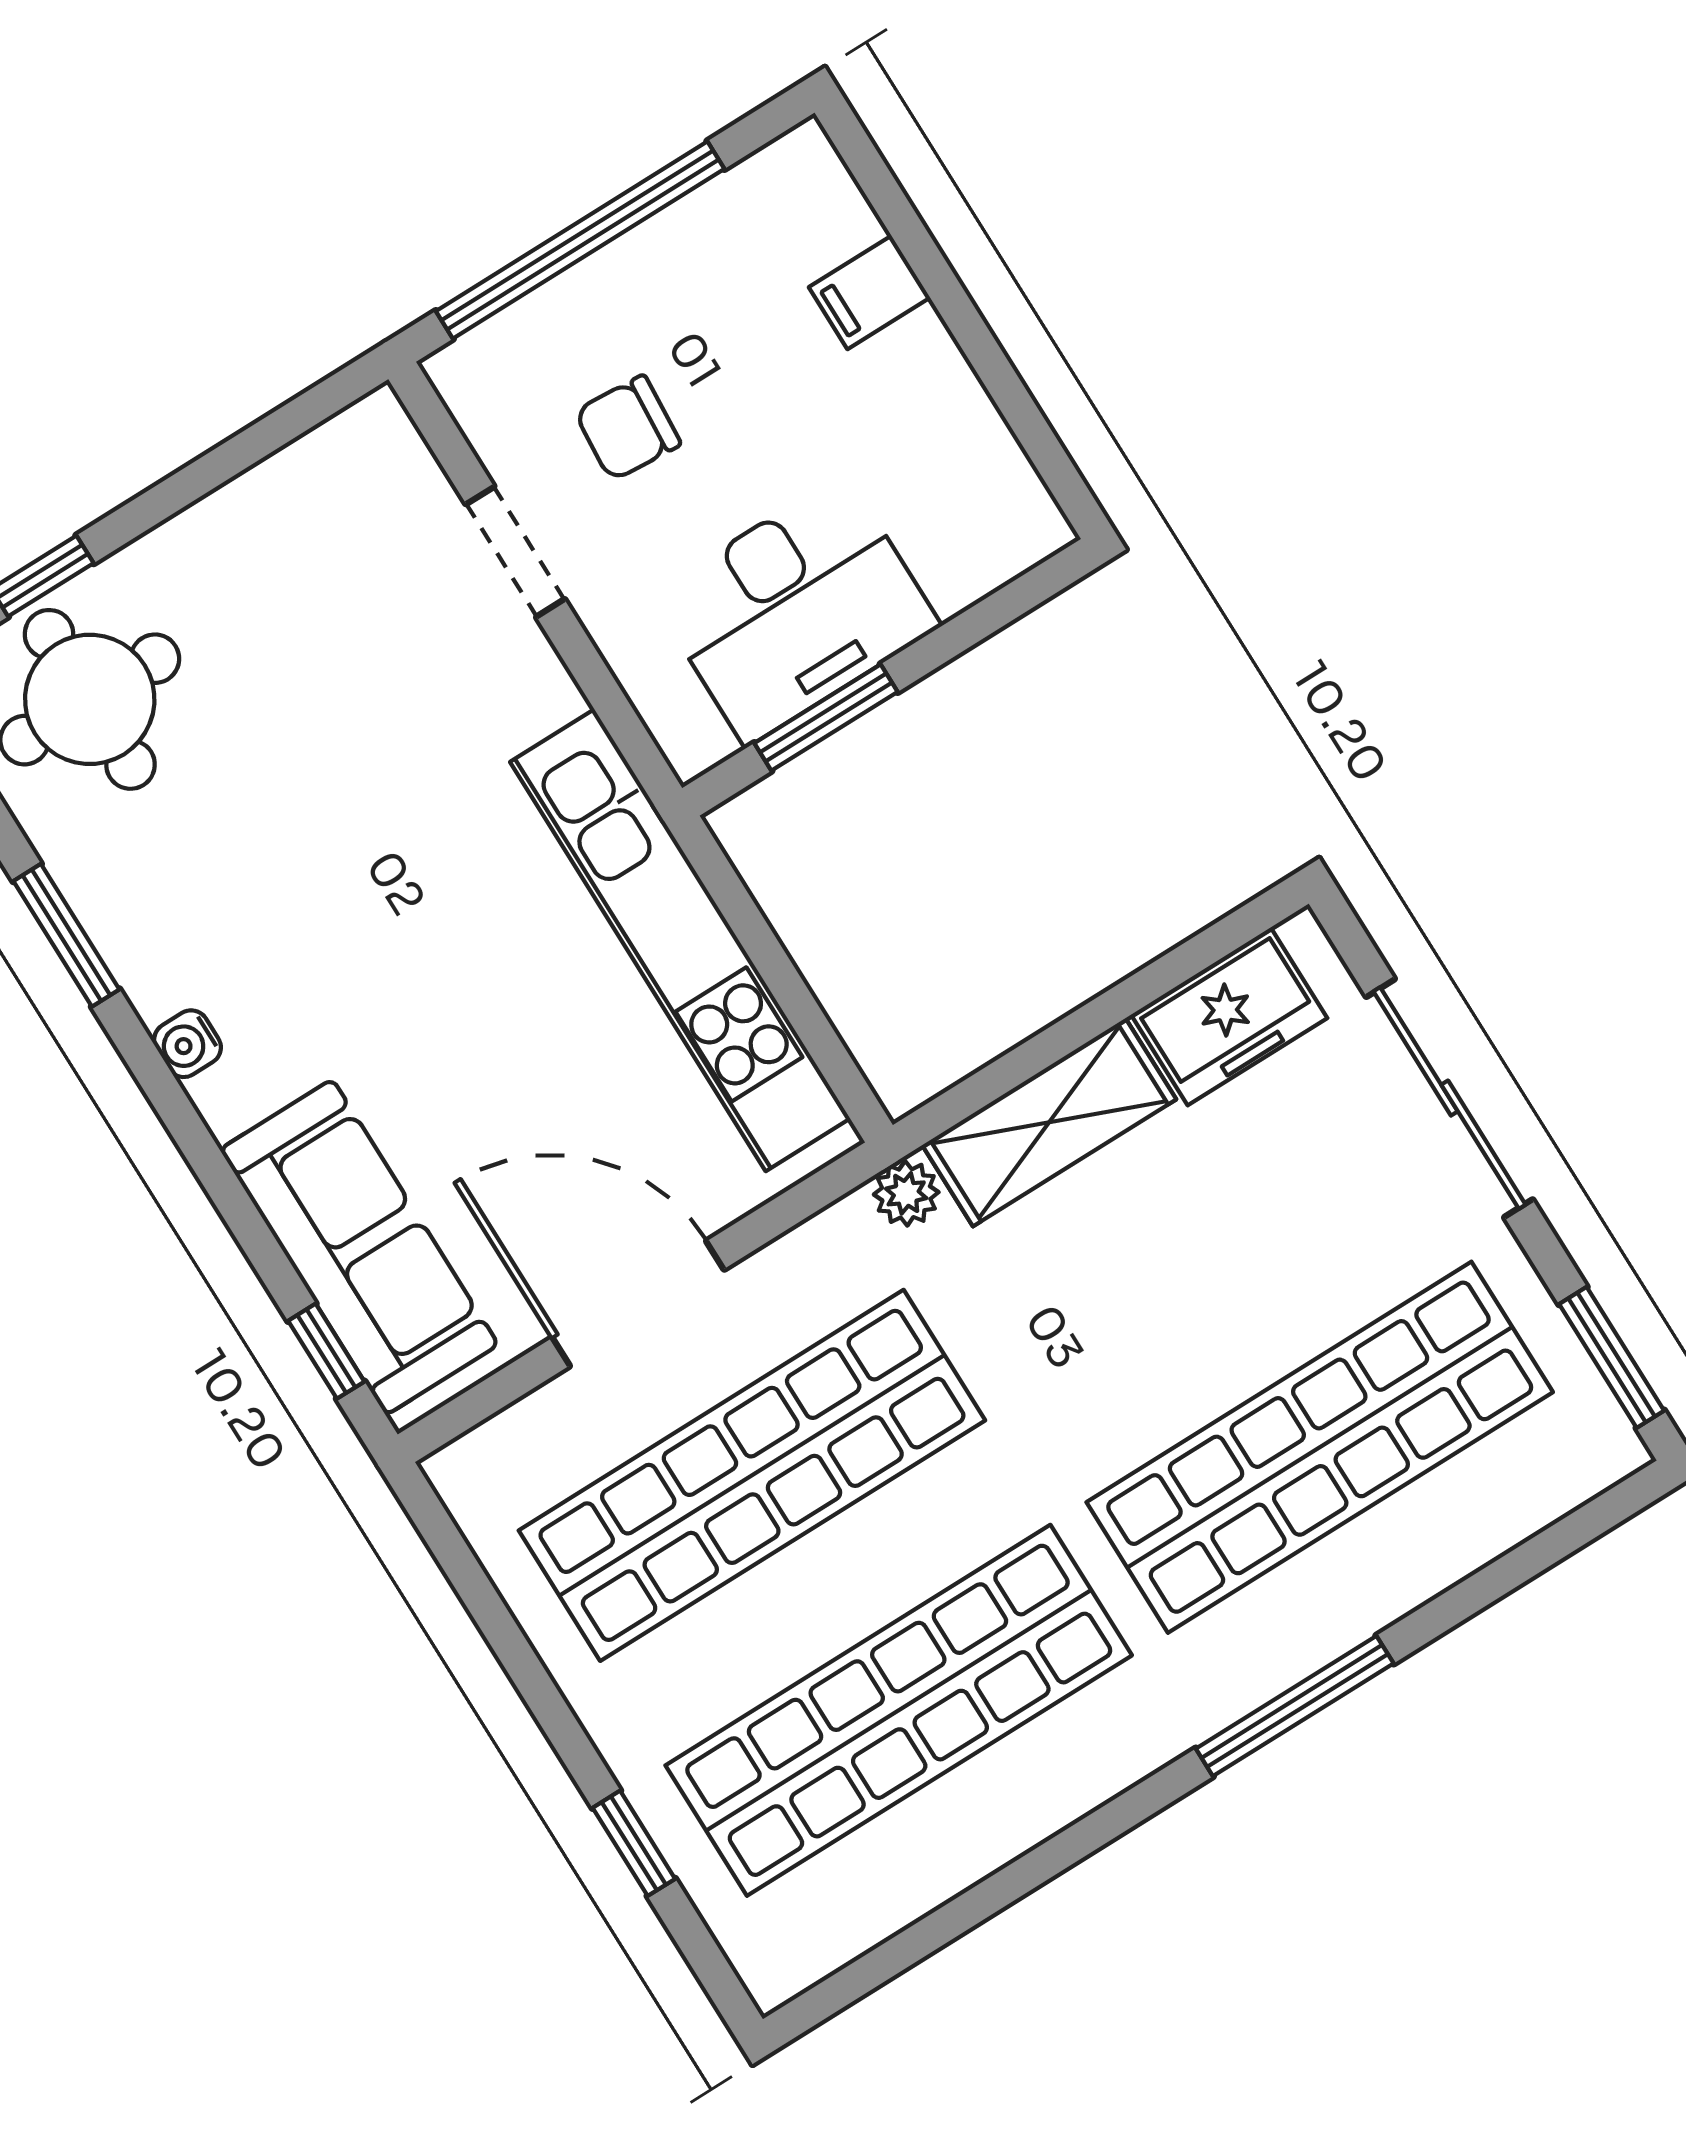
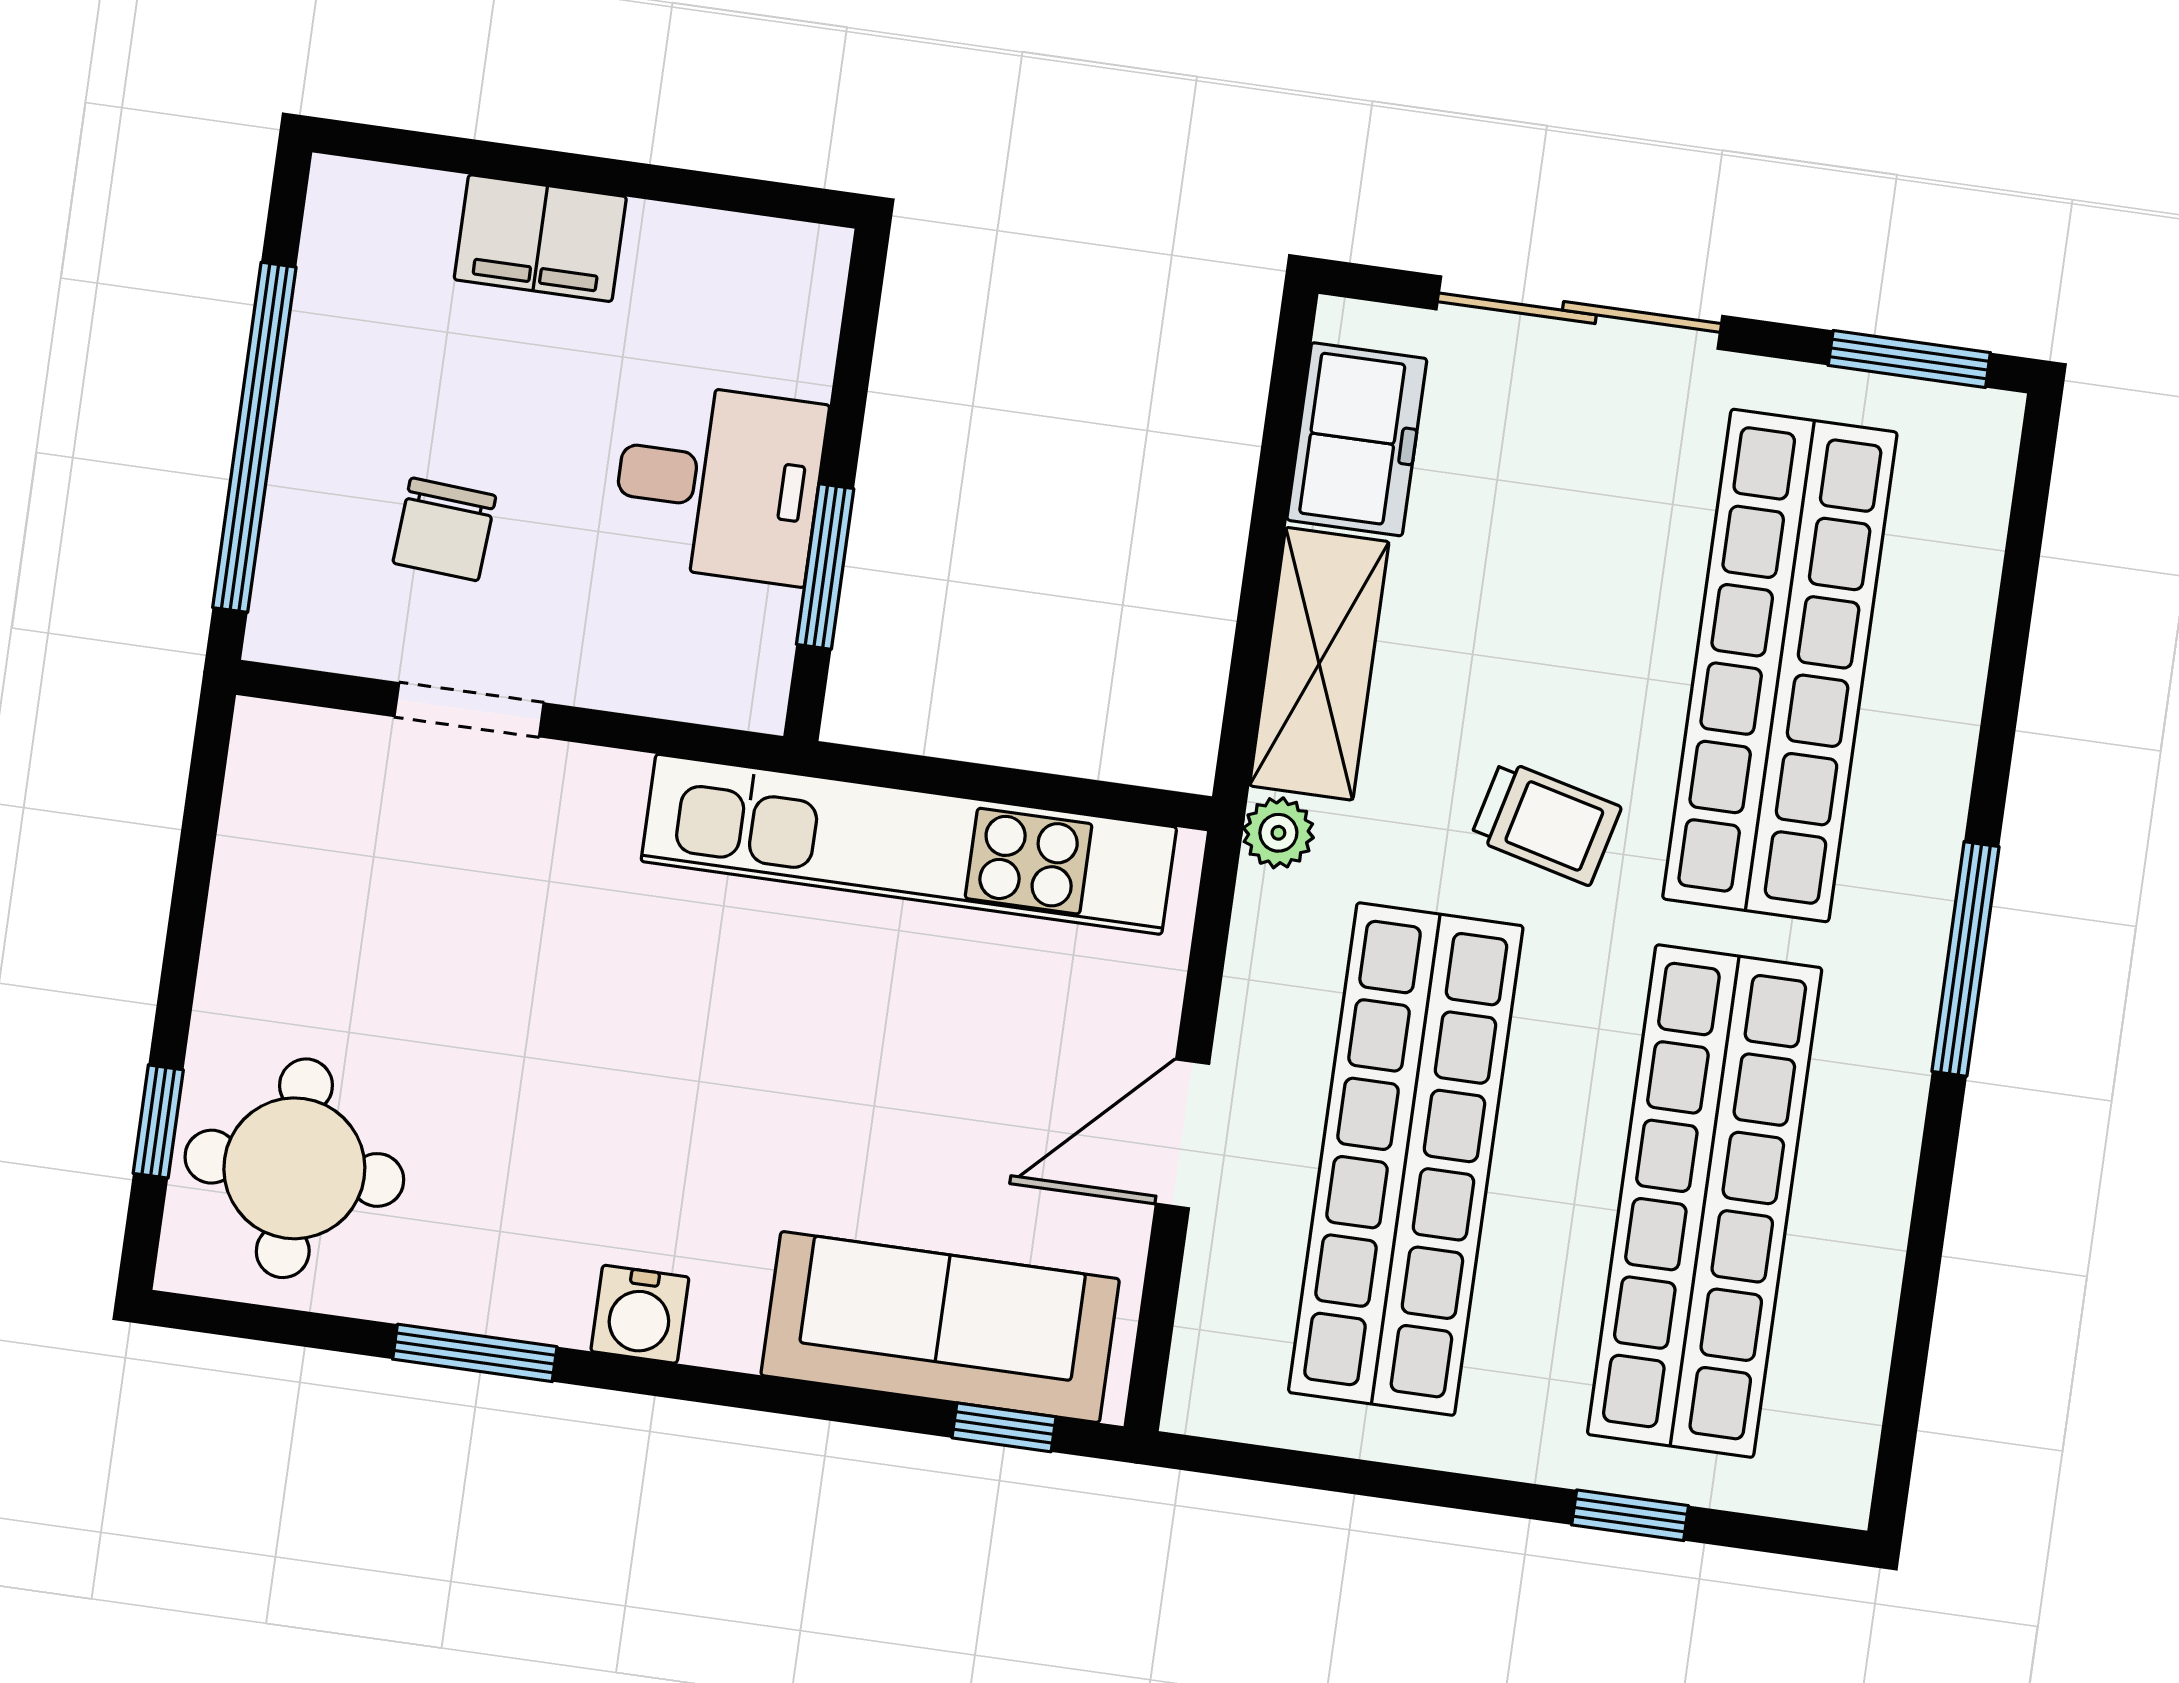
filing cabinet: (869, 292) -> (540, 238), width x2.00
desk: (795, 610) -> (719, 483), width x0.73
water cooler: (187, 1044) -> (640, 1314), width x1.38, depth x1.38
door: (638, 1304) -> (1182, 1134), width x0.73
trolley: (1071, 1375) -> (1546, 823), added
window: (1295, 1706) -> (1965, 959), moved

